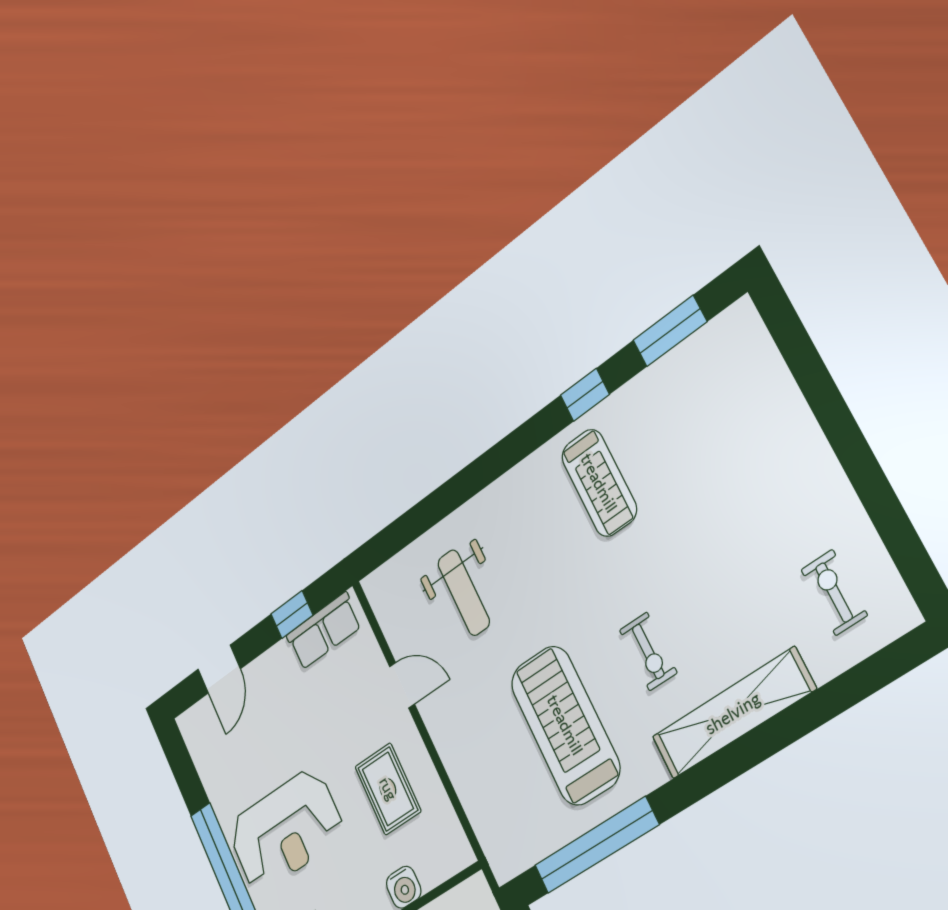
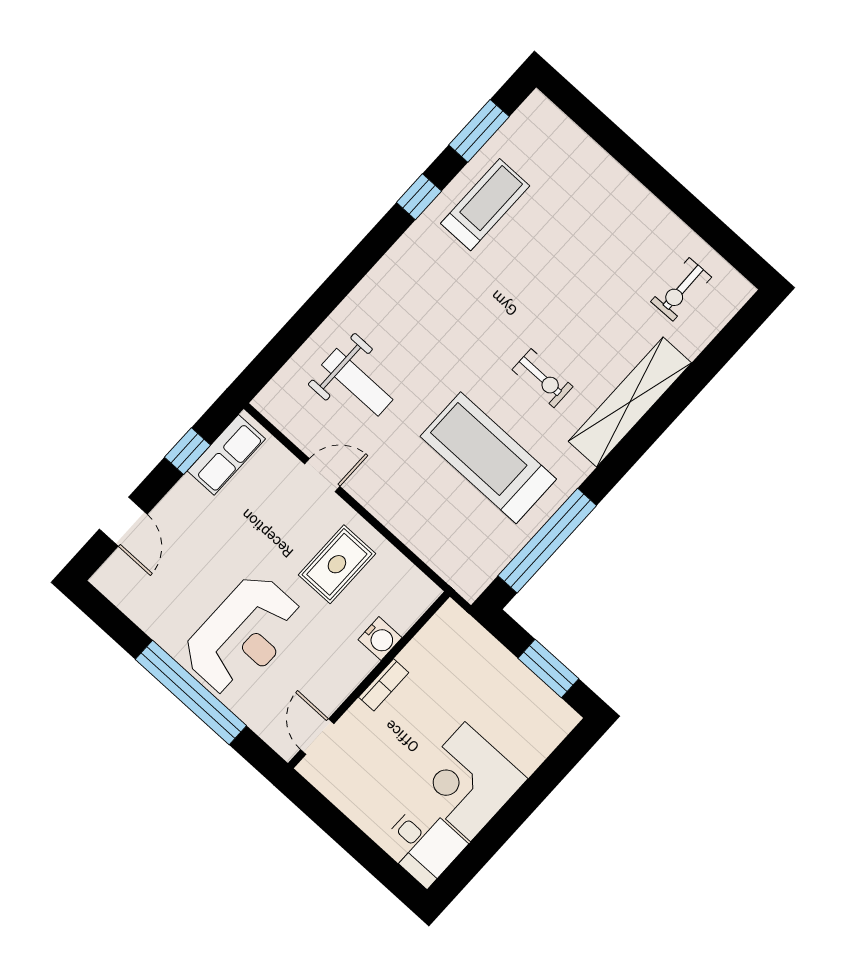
treadmill: (599, 483) -> (485, 205), moved, turned -90
exercise bike: (834, 592) -> (681, 289), turned -91
rug: (388, 789) -> (337, 564), turned 90

